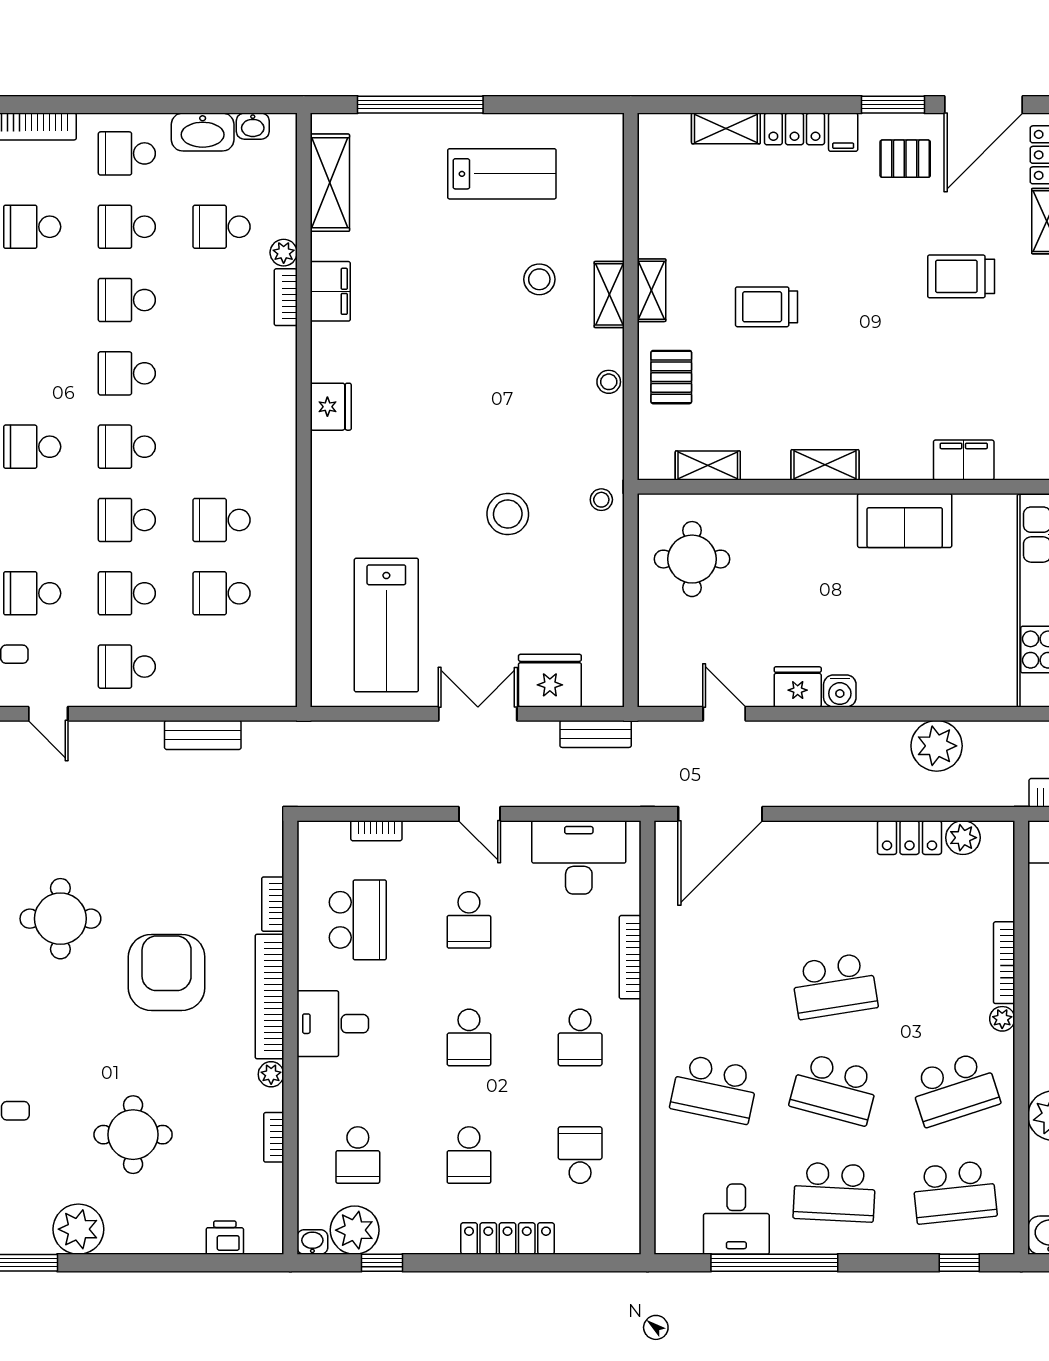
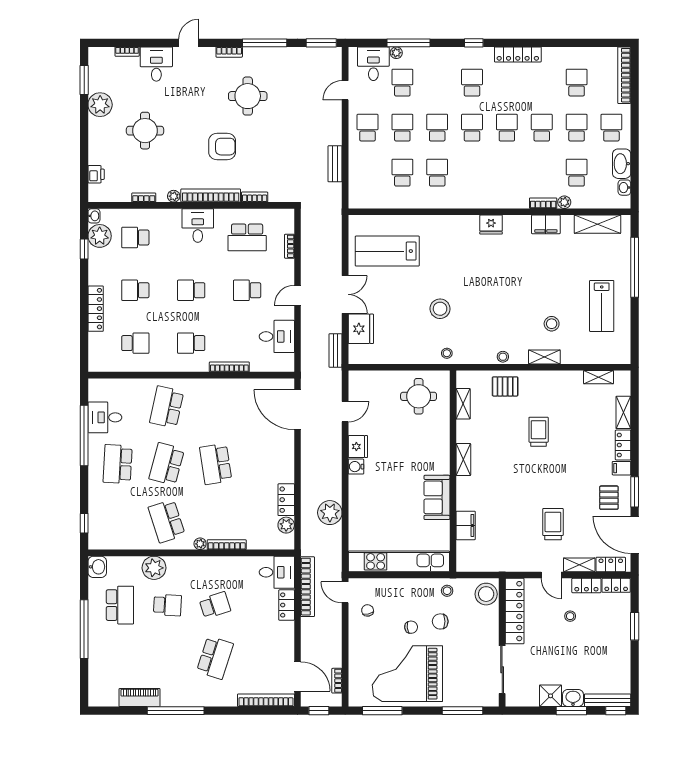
shelving: (652, 290) -> (599, 377), moved
desk: (579, 857) -> (277, 336), width x0.73
armchair: (167, 972) -> (222, 147), width x0.73, depth x0.73
school desk: (954, 1192) -> (118, 521), removed

